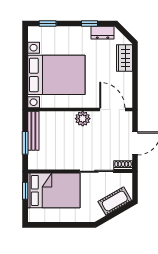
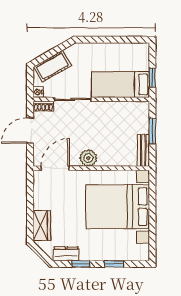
window: (48, 24) -> (114, 264), moved
door: (112, 109) -> (55, 168), swing flipped
bench: (33, 131) -> (143, 150), width x0.73
nightstand: (128, 178) -> (38, 92), added
bed: (54, 190) -> (120, 84), width x0.67

